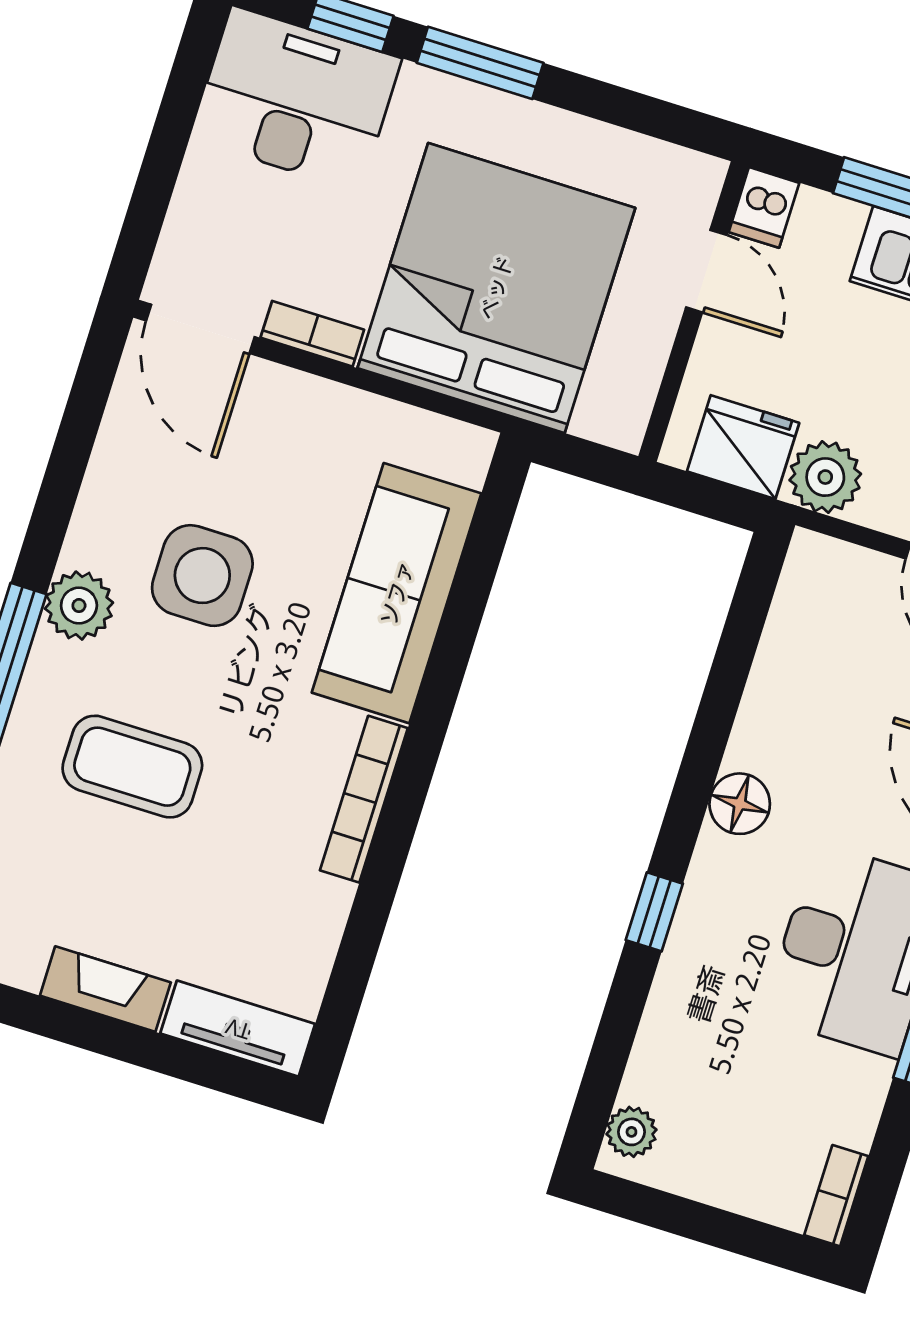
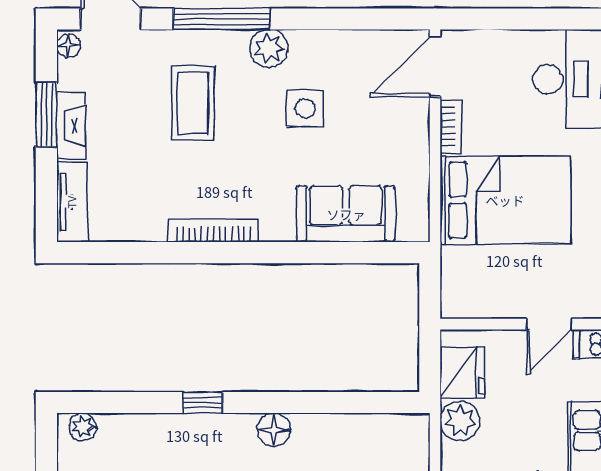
bed: (496, 288) -> (505, 200), width x0.73
side table: (202, 576) -> (305, 108), width x0.73, depth x0.73
sofa: (397, 593) -> (346, 214), width x0.73
window: (73, 1026) -> (46, 115), added

